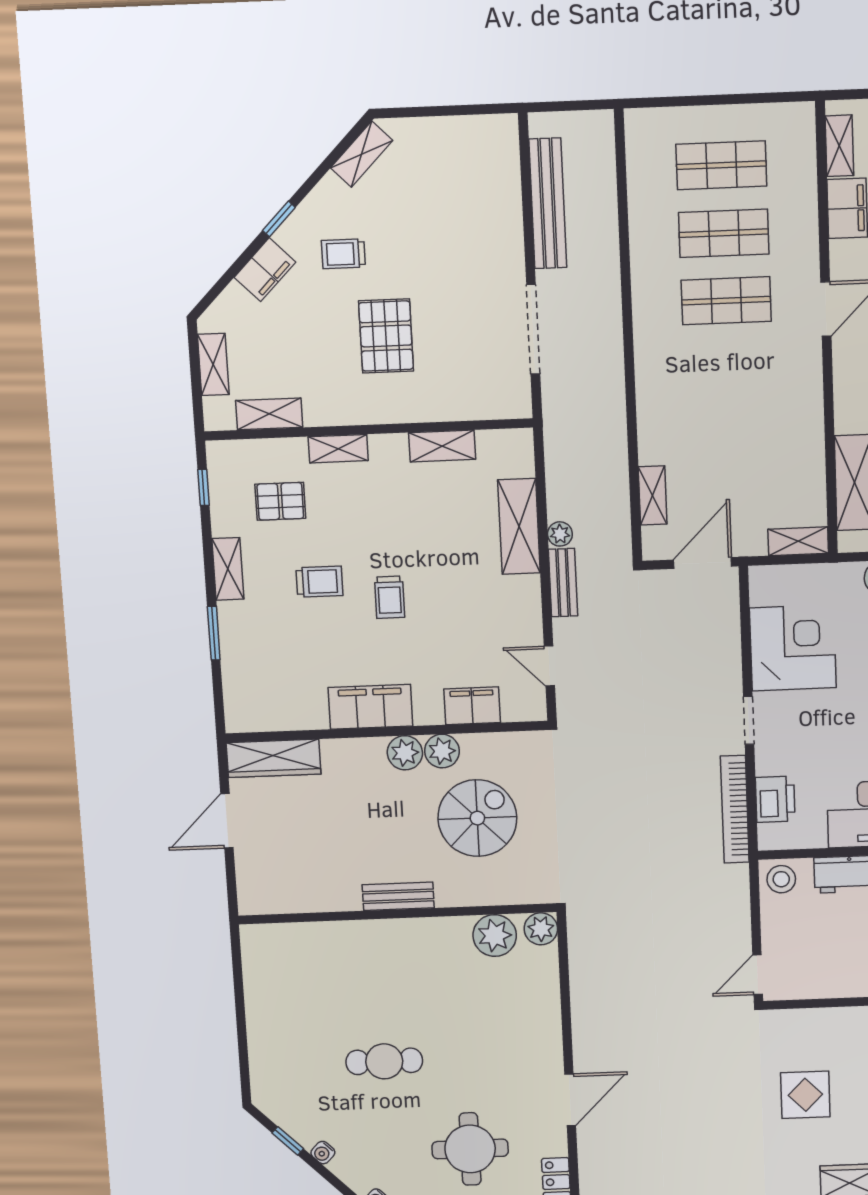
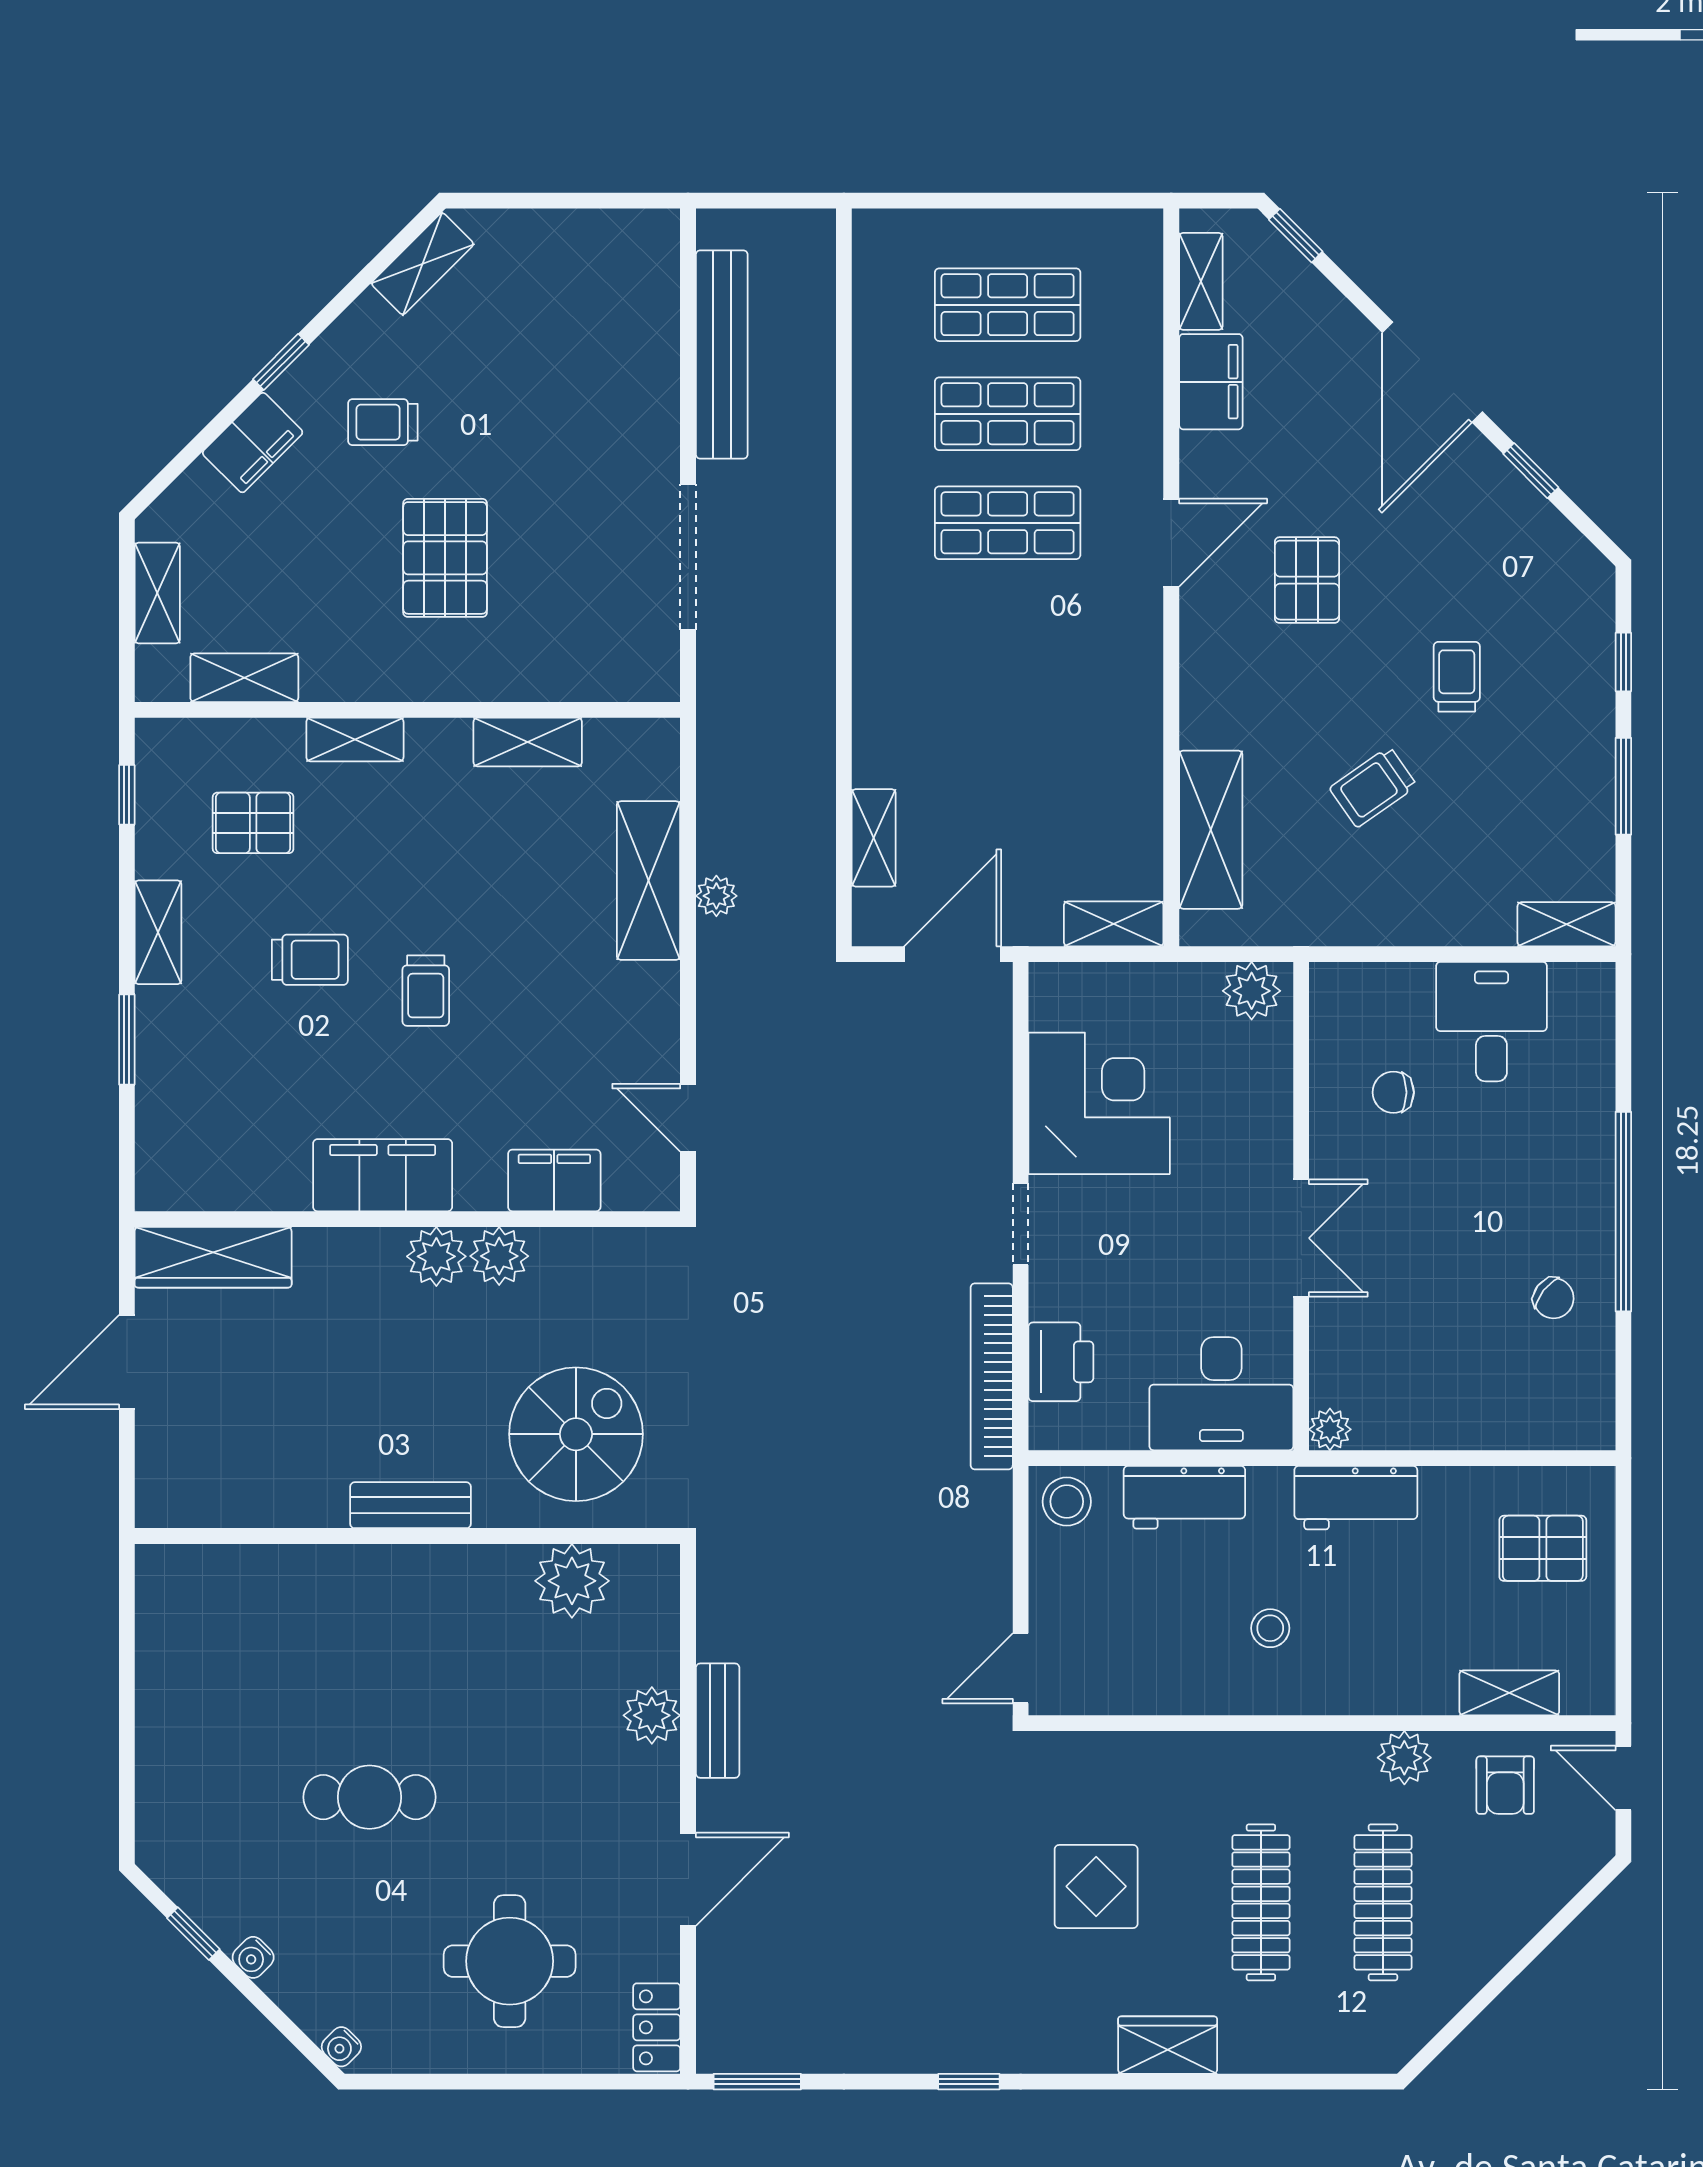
bench: (563, 583) -> (718, 1721), moved
spiral stairs: (477, 818) -> (576, 1434), moved
plant: (541, 929) -> (652, 1715), moved

